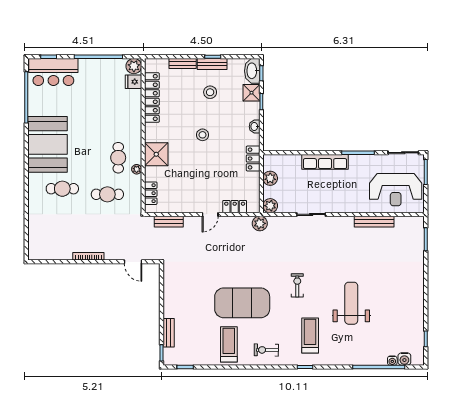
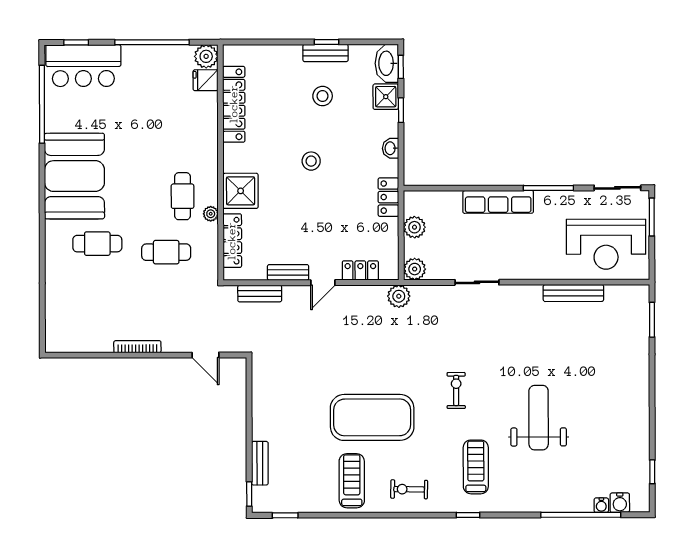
bench: (183, 64) -> (288, 272), moved
locker: (151, 193) -> (232, 241), width x1.53

